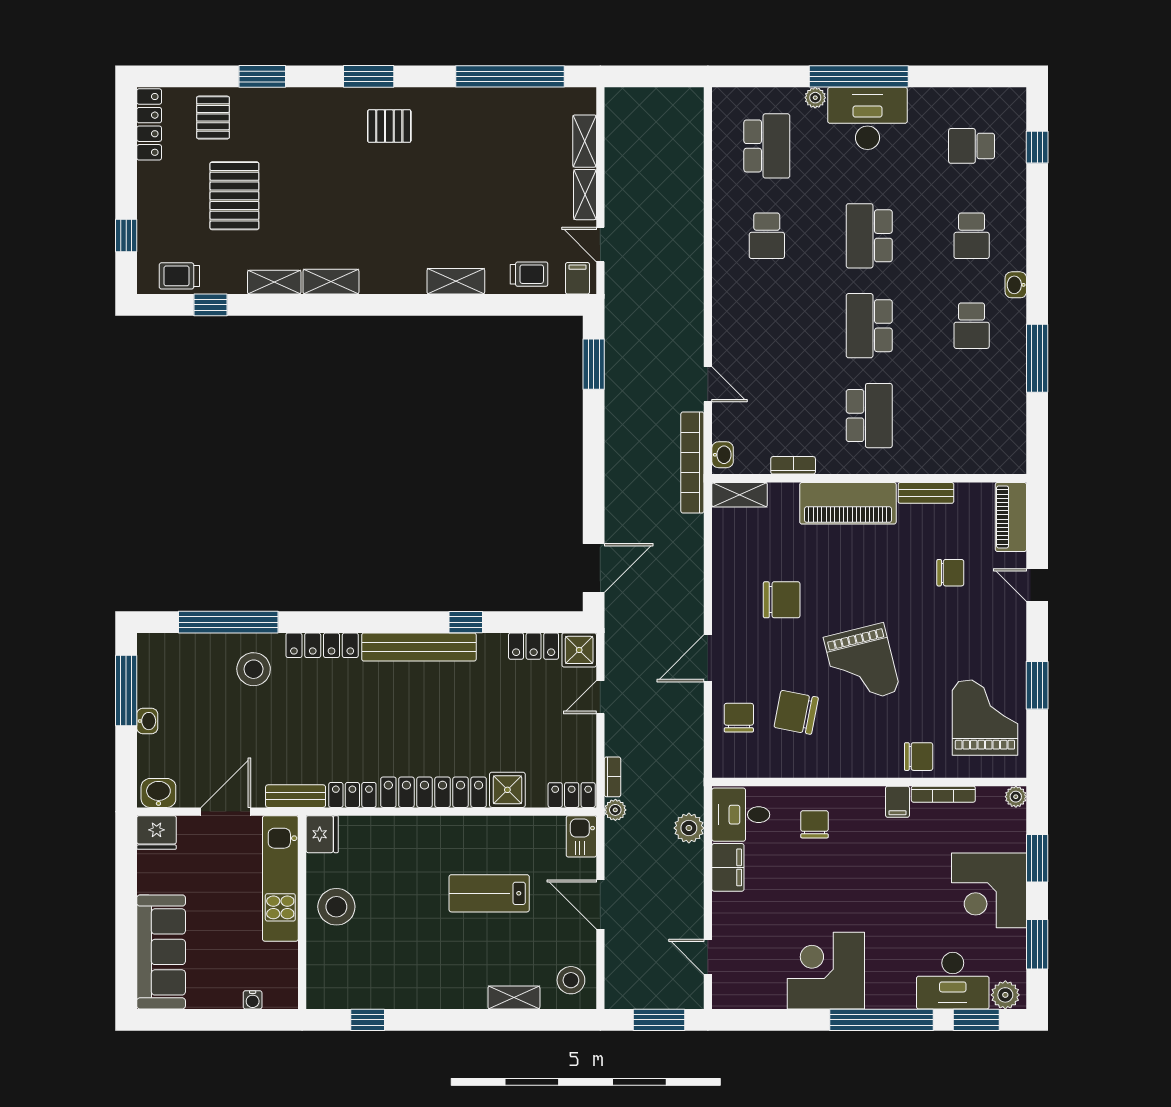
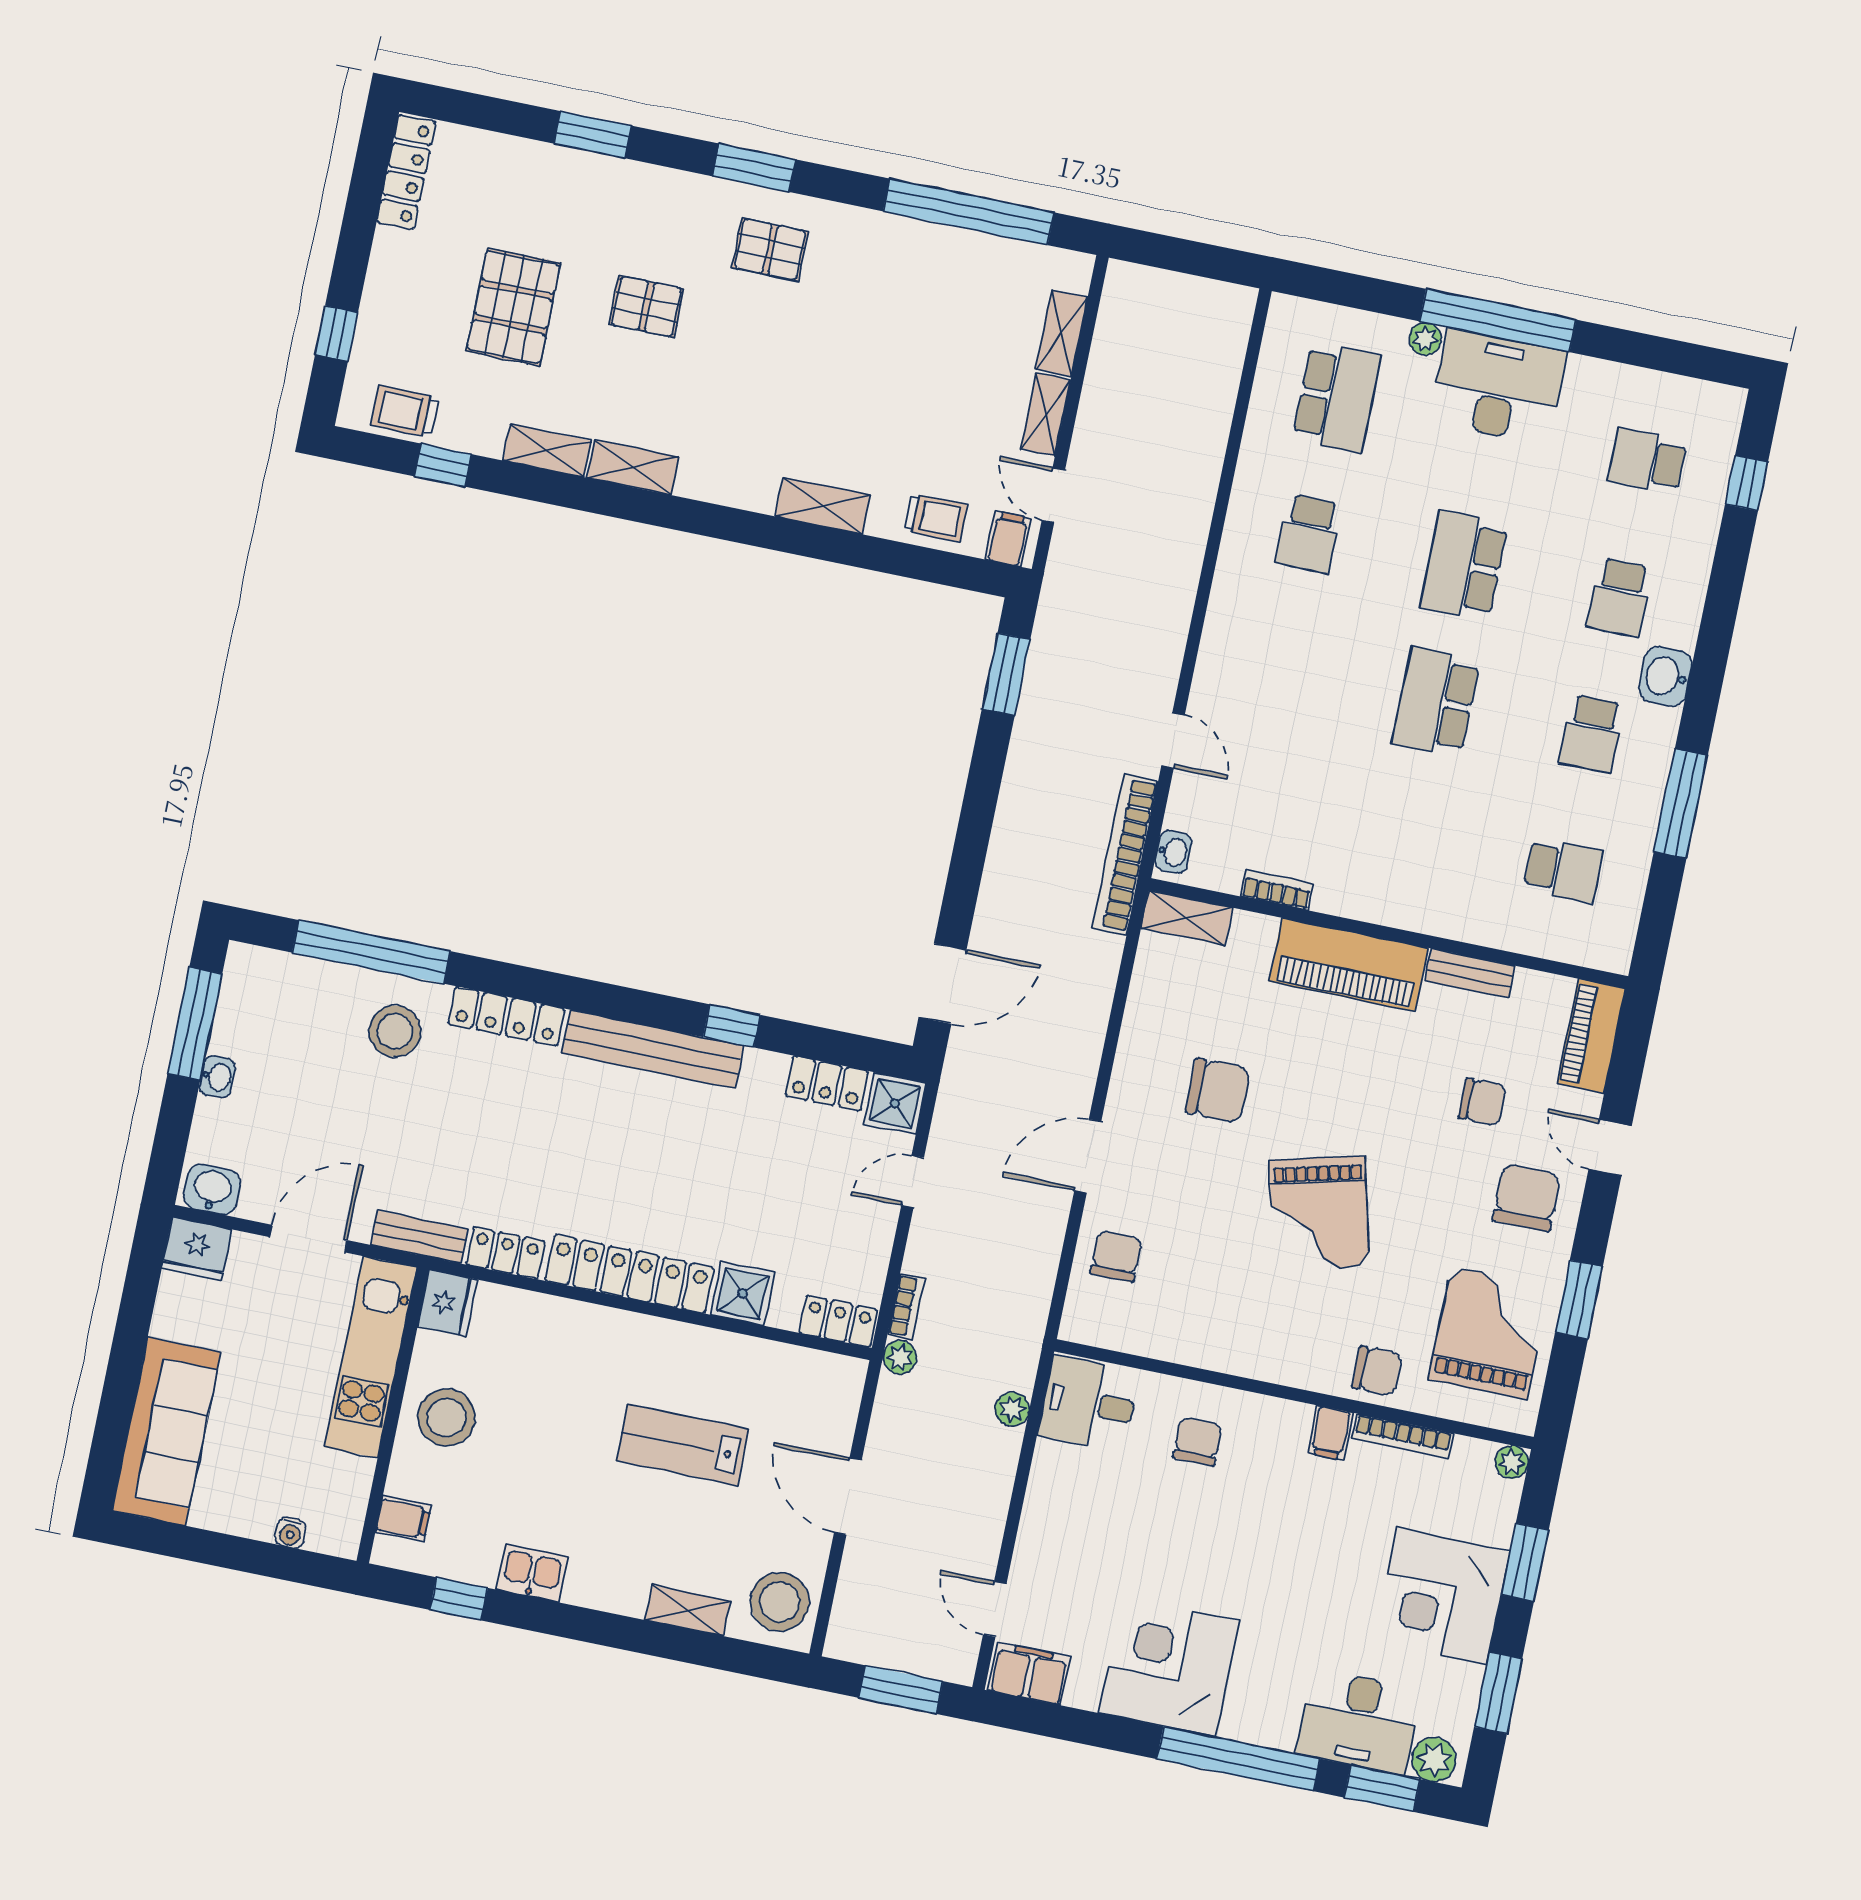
pallet: (213, 118) -> (646, 307), moved, turned 90
washbasin: (1016, 285) -> (1665, 676), width x1.38, depth x1.45
school desk: (869, 416) -> (1563, 870), moved, width x0.54
chair: (796, 712) -> (1527, 1198), moved, turned 79
plant: (689, 828) -> (1012, 1409), width x0.73, depth x0.73
kitchen sink: (581, 836) -> (532, 1573), moved, turned 90
filing cabinet: (728, 867) -> (1029, 1674), moved, turned -90
filing cabinet: (322, 976) -> (403, 1519), added
stool: (571, 980) -> (780, 1602), width x1.38, depth x1.38

